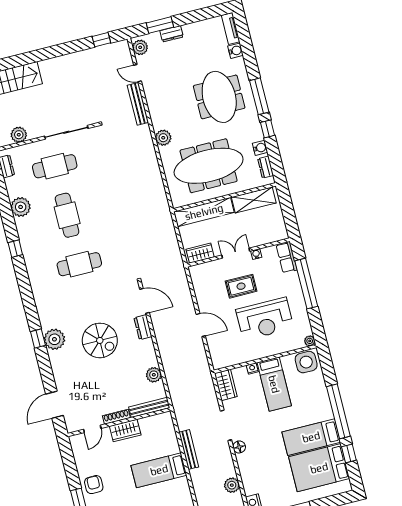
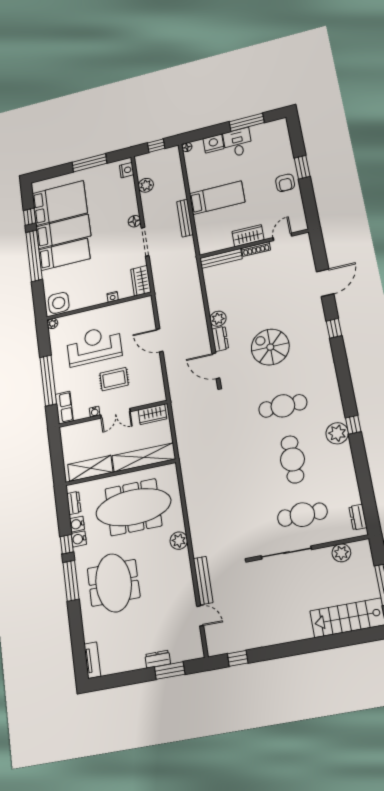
plant: (140, 47) -> (194, 646), removed
water cooler: (236, 51) -> (79, 539), moved
plant: (21, 207) -> (337, 433), moved
plant: (54, 339) -> (316, 327), removed
spiral stairs: (100, 340) -> (270, 347), moved
plant: (154, 375) -> (218, 319), moved
bed: (274, 384) -> (64, 254), moved, turned 90
door: (55, 405) -> (325, 283), moved

